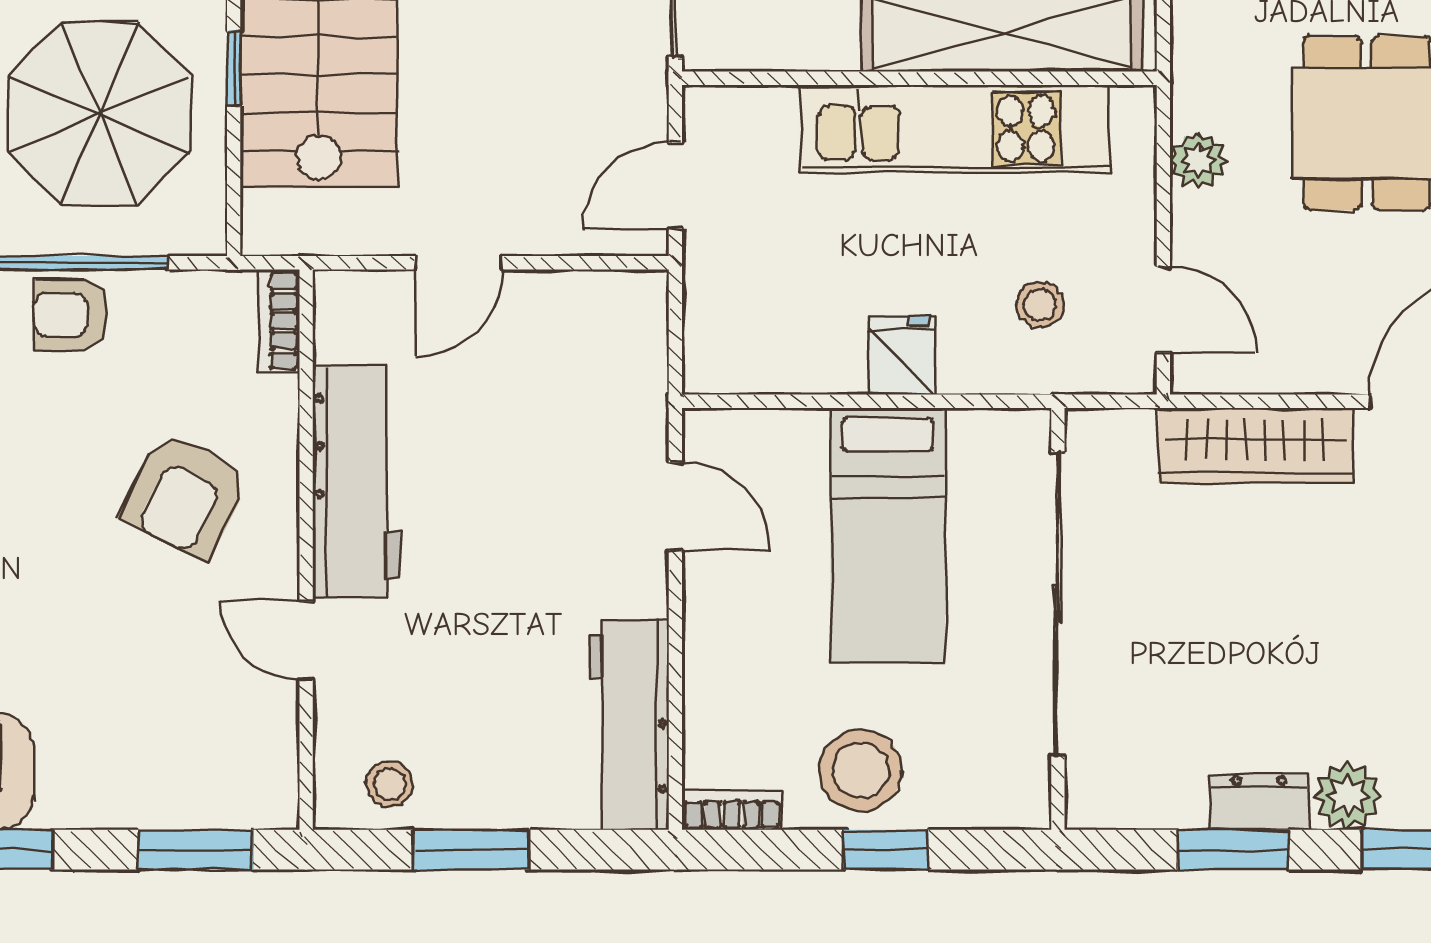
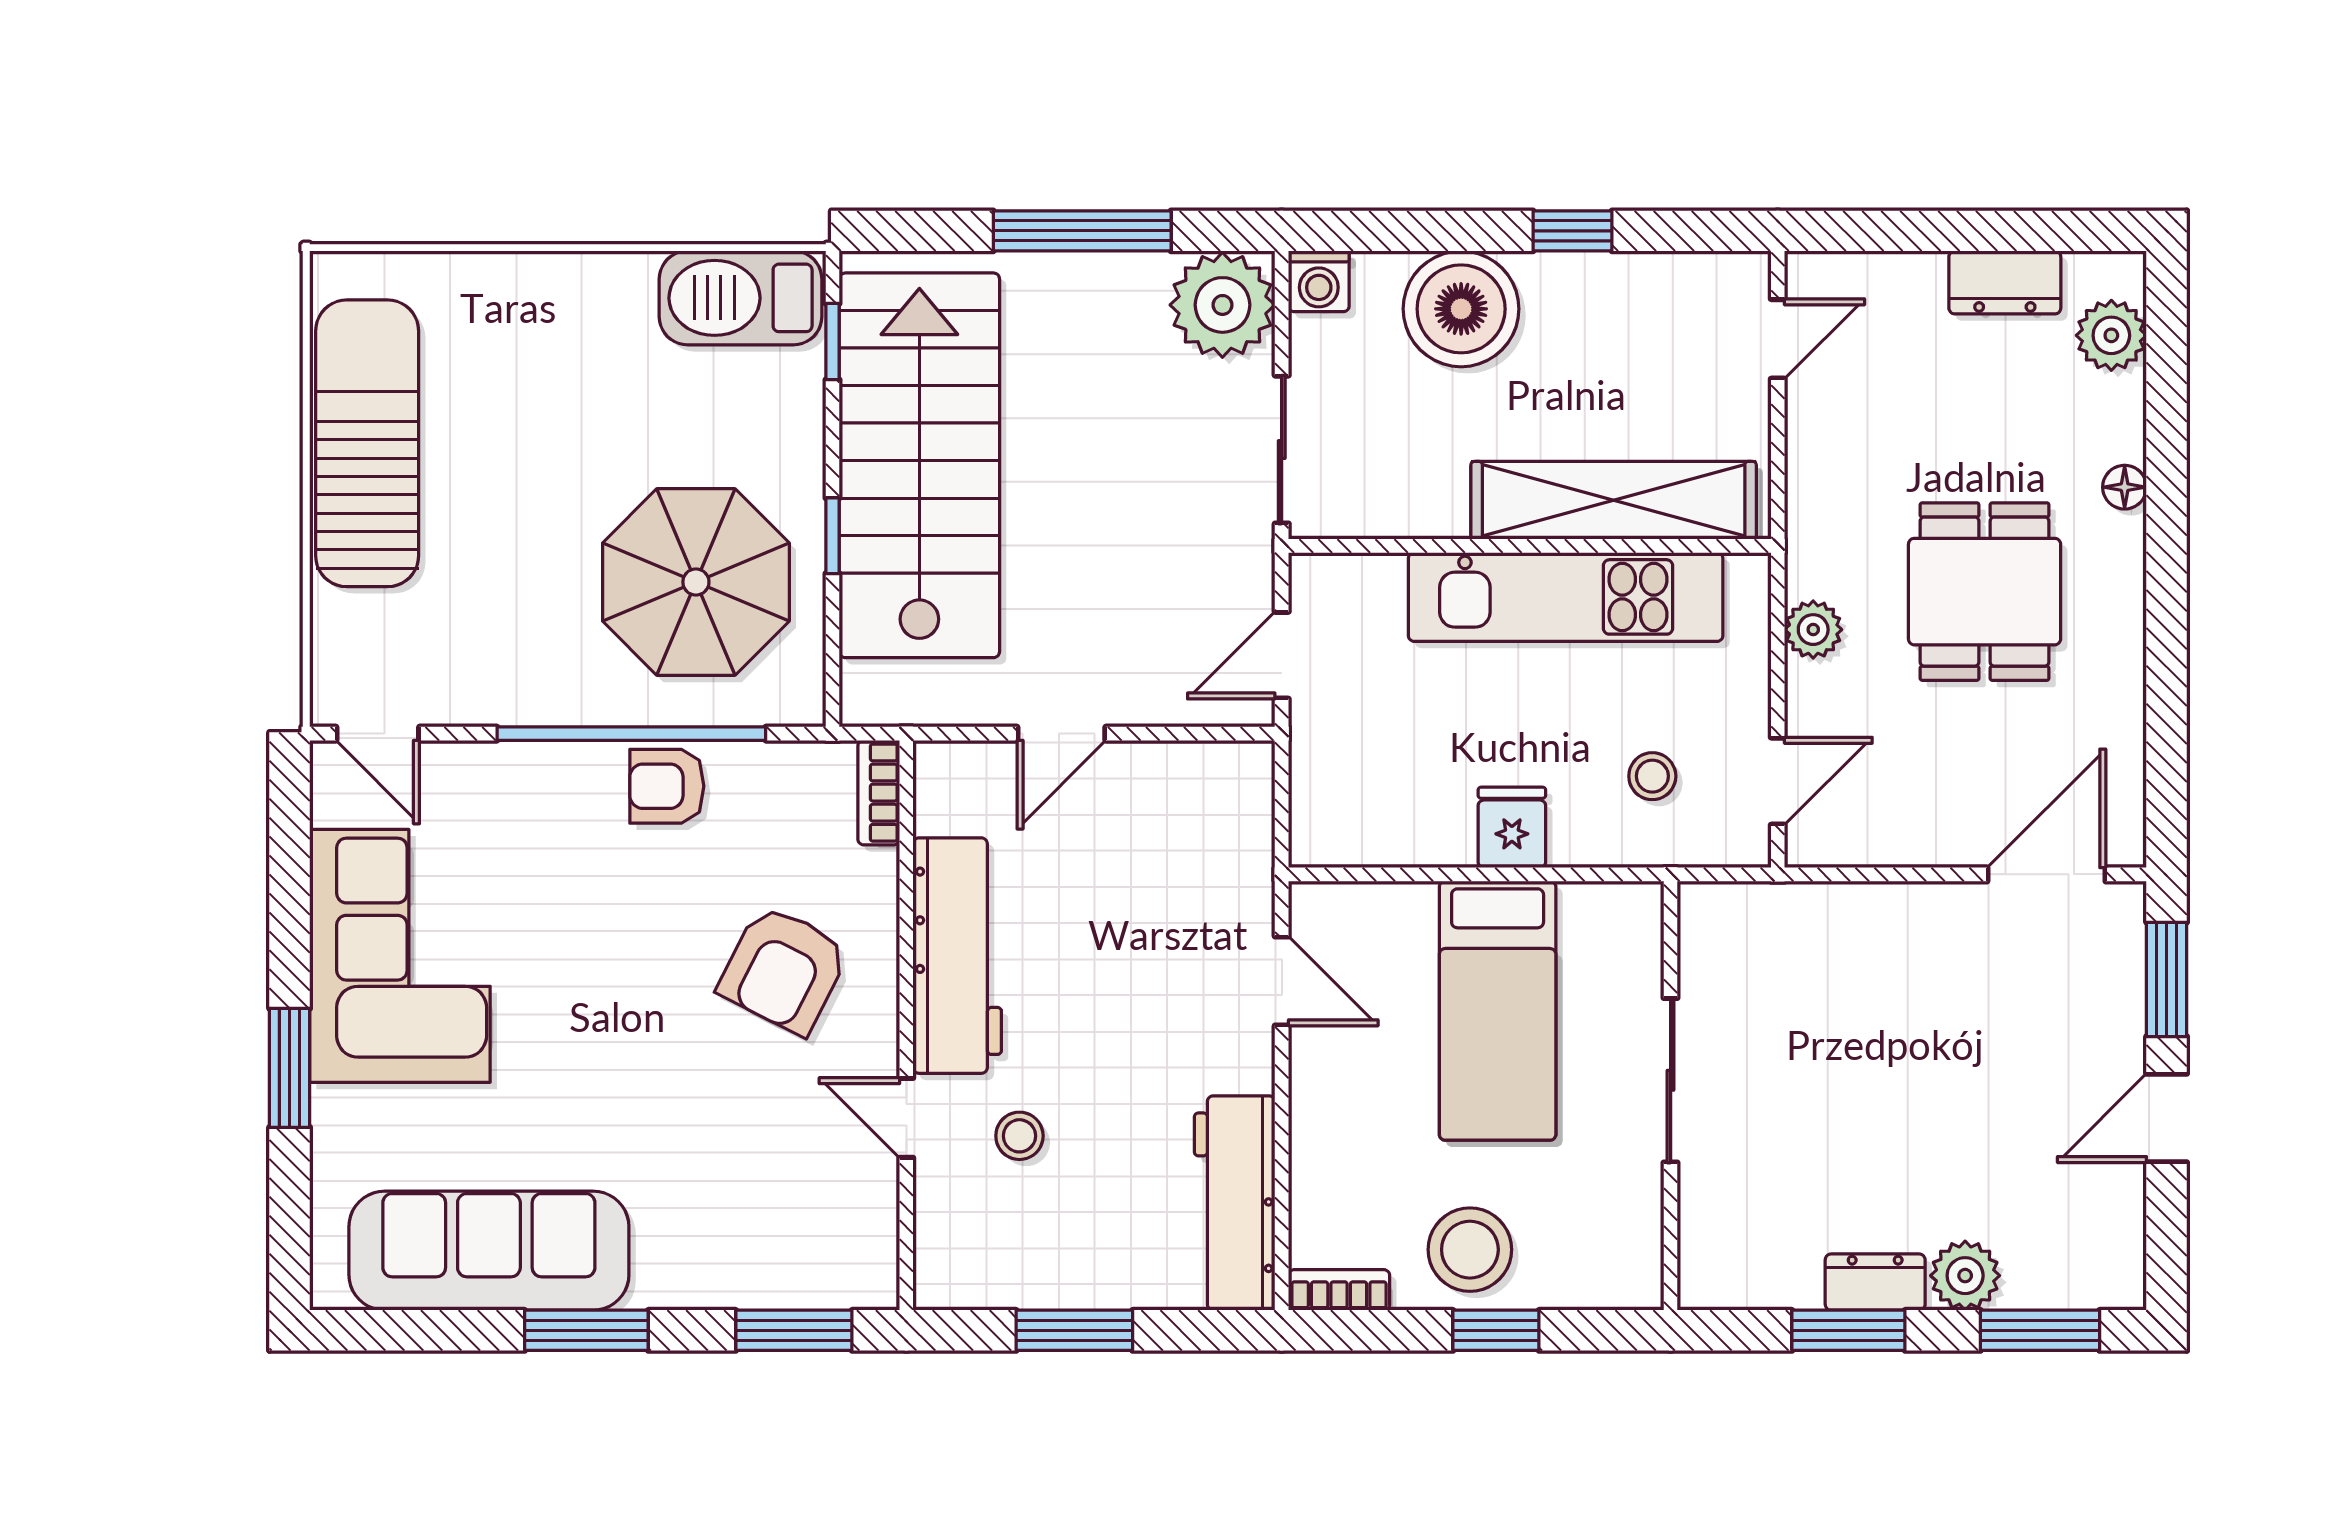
door: (1163, 310) -> (1778, 781), hinge flipped
wardrobe: (1256, 446) -> (1872, 919), removed
sliding door: (1058, 604) -> (1671, 1080), width x0.54
stool: (390, 784) -> (1019, 1136), moved

